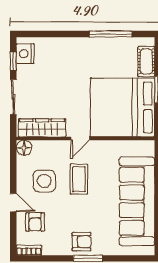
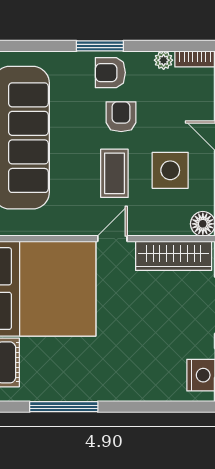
armchair: (35, 222) -> (121, 117), moved
plant: (48, 249) -> (164, 60), added

